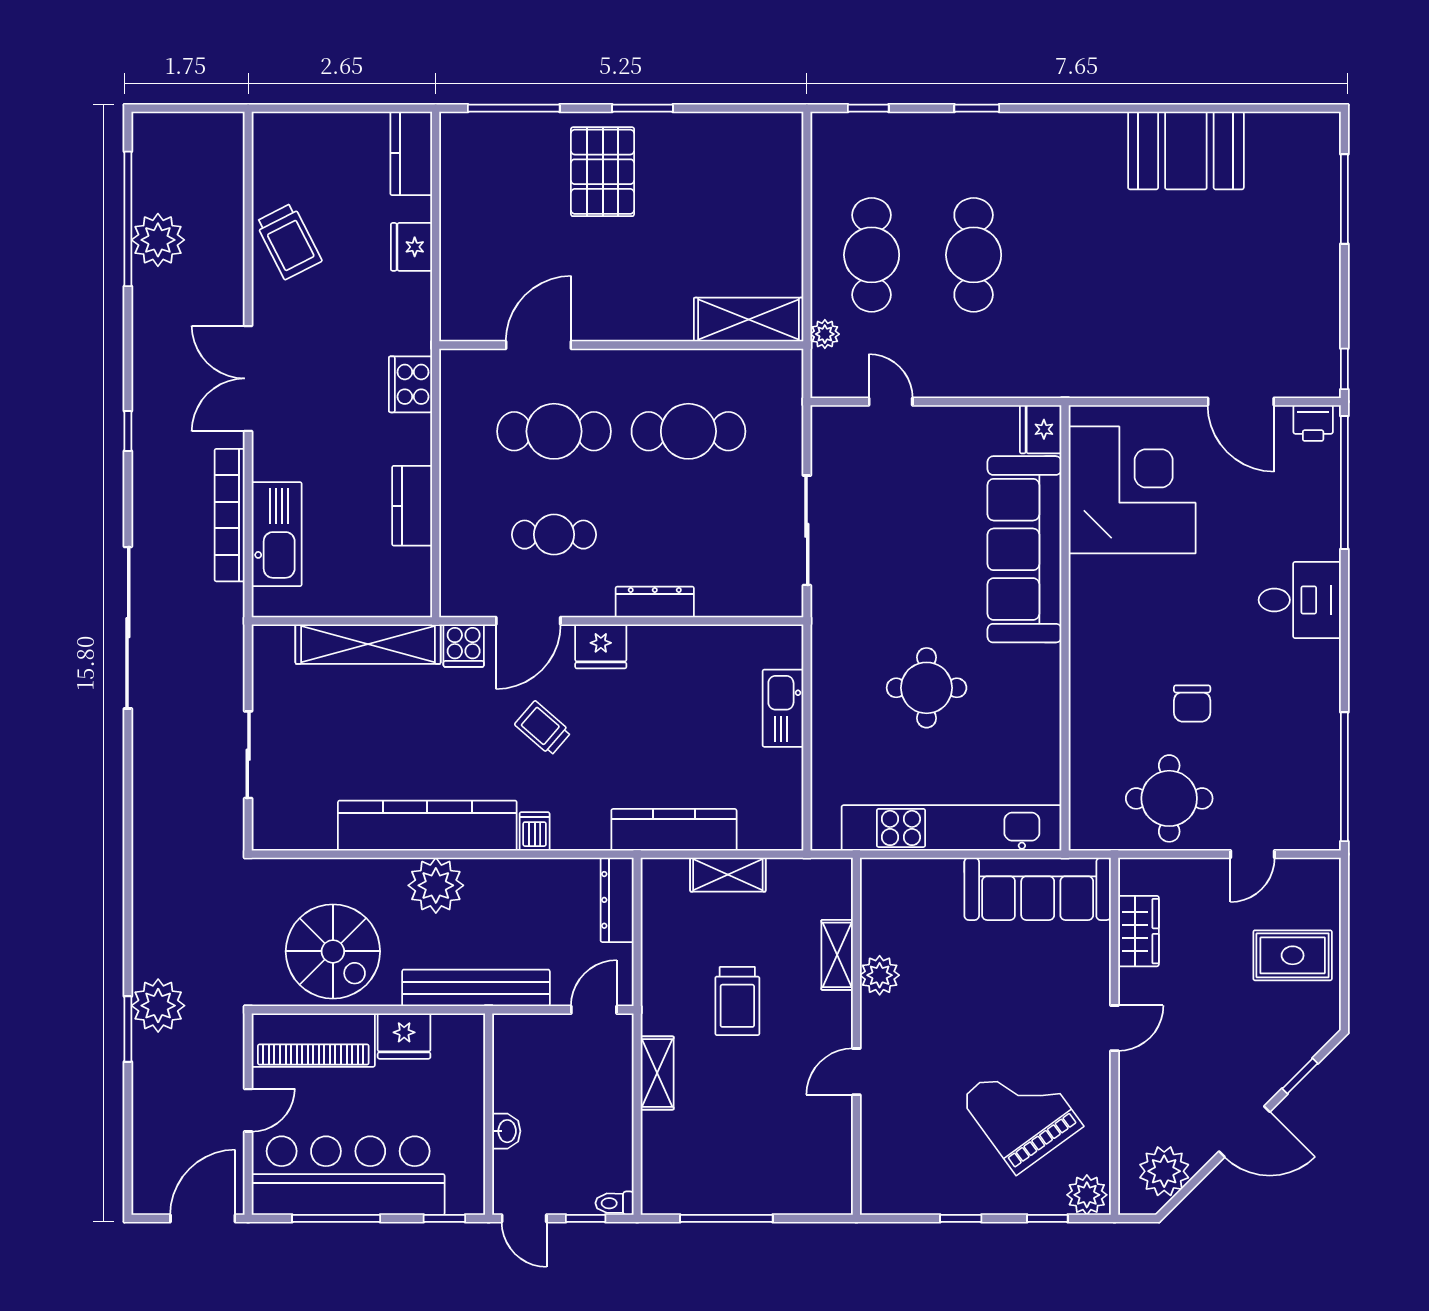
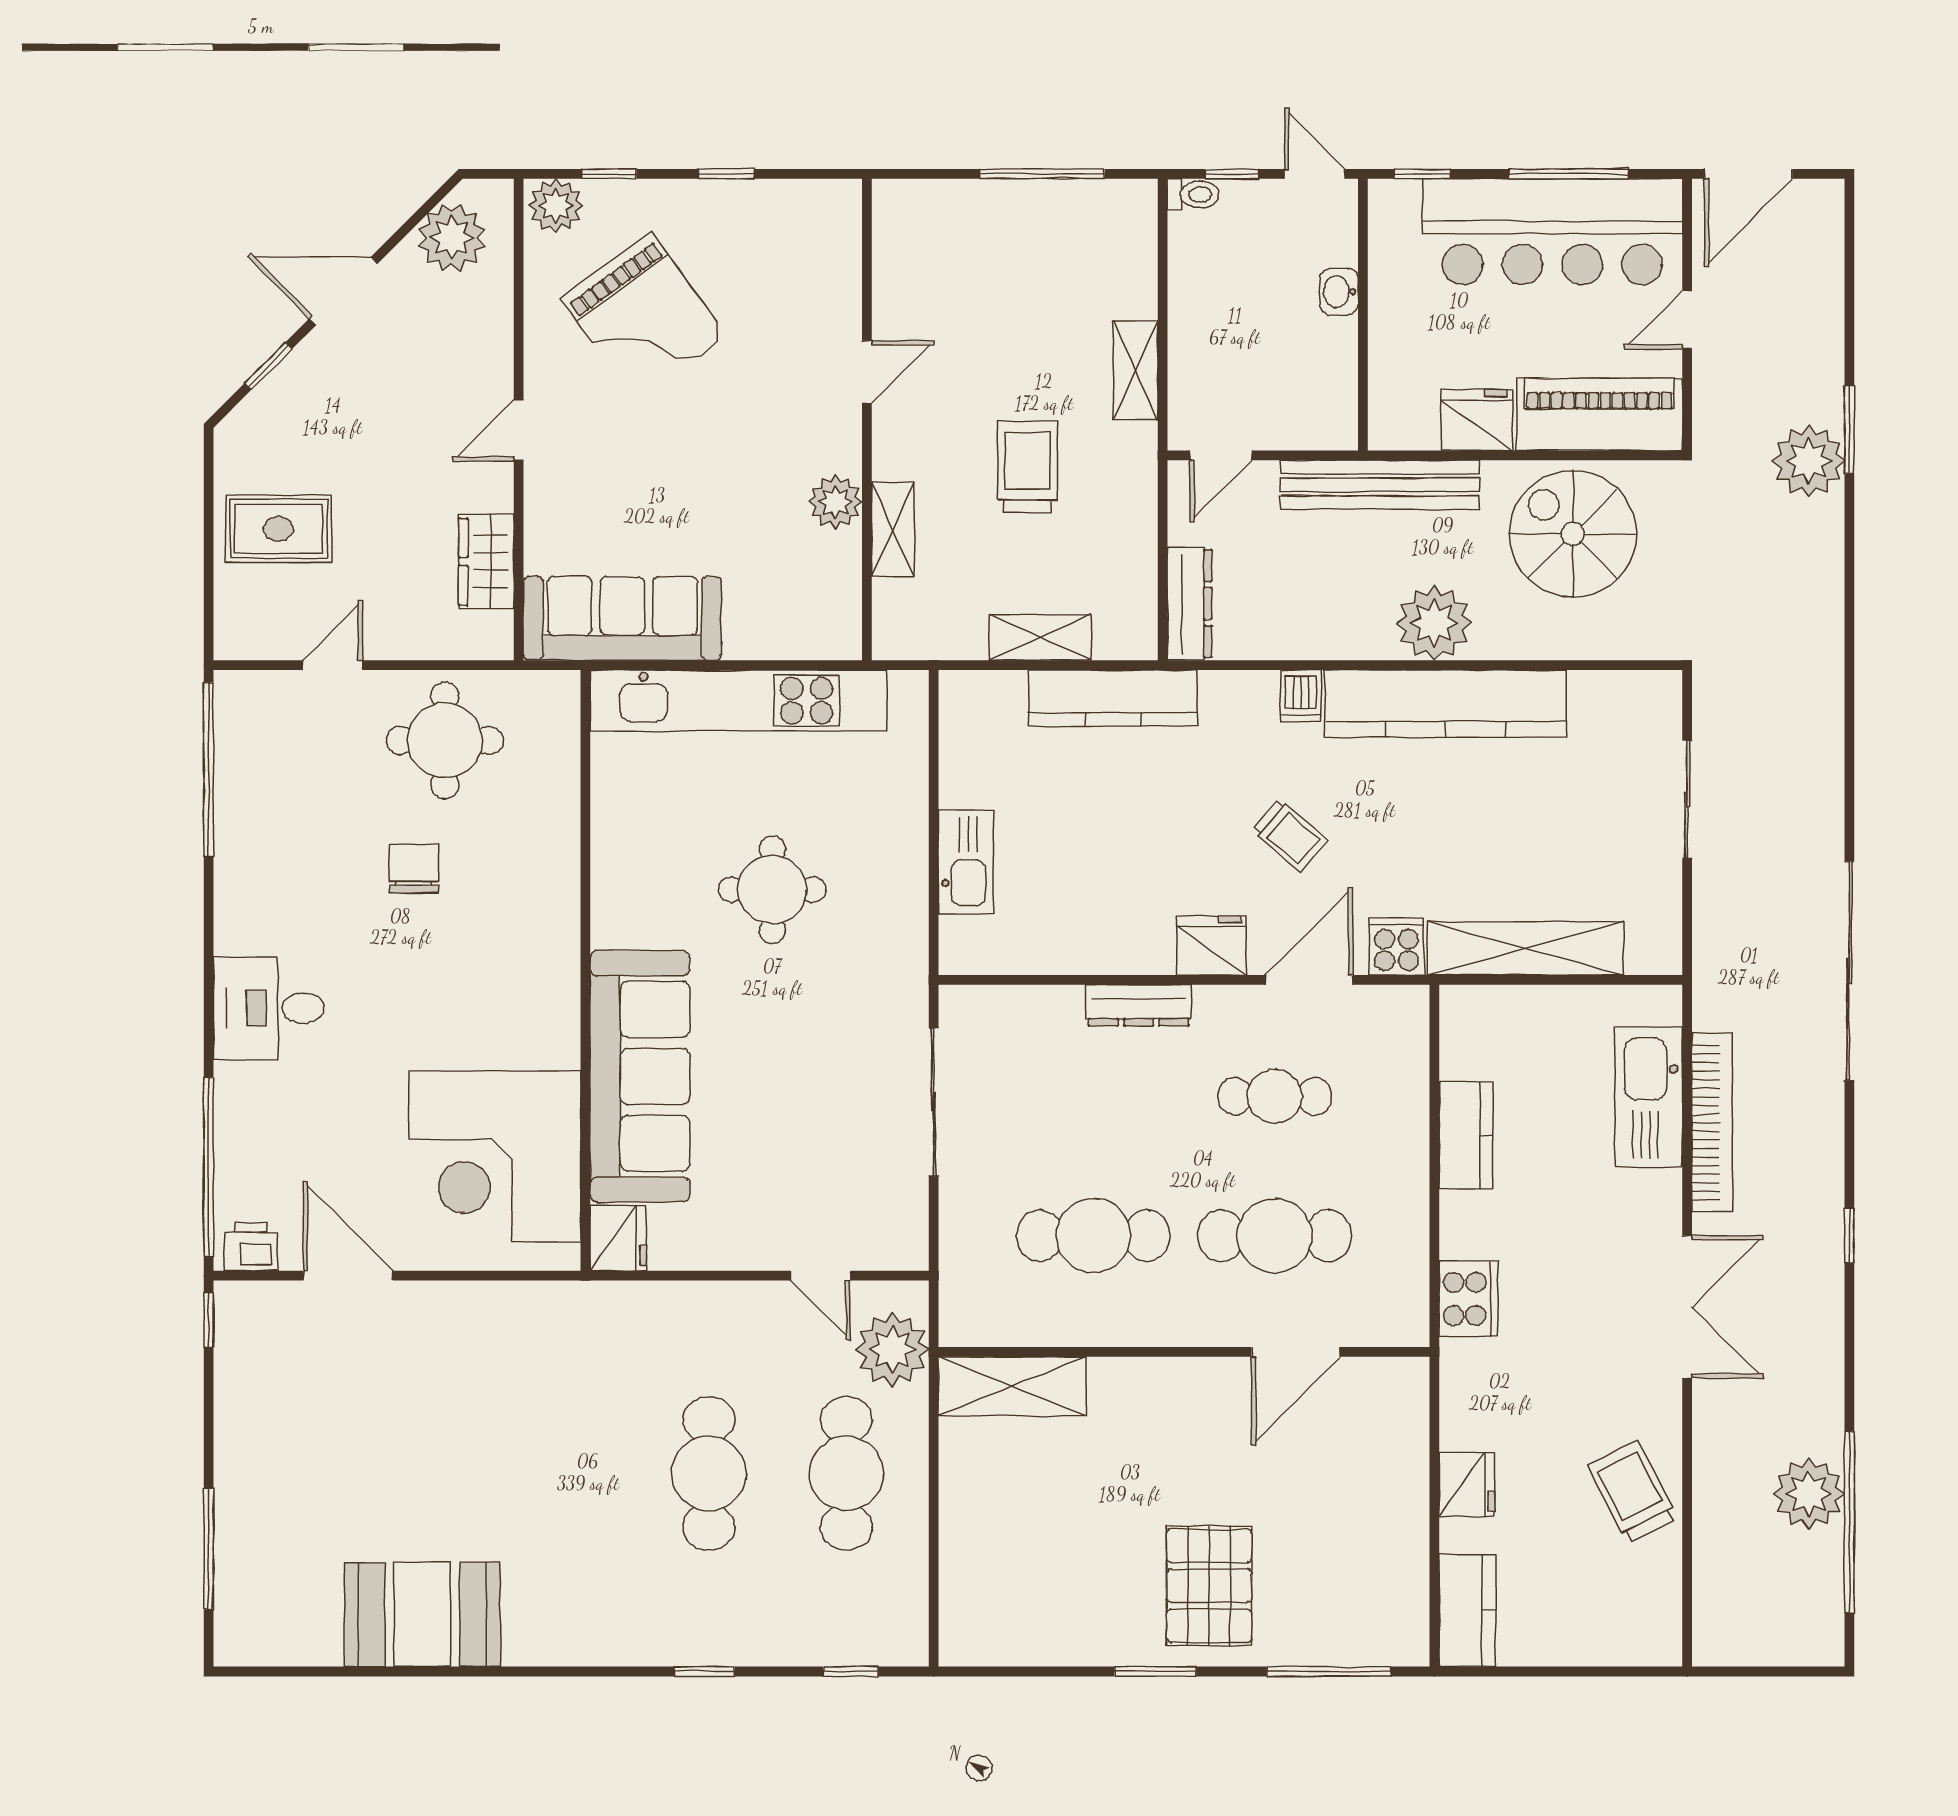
plant: (825, 334) -> (892, 1350), width x1.87, depth x1.87

